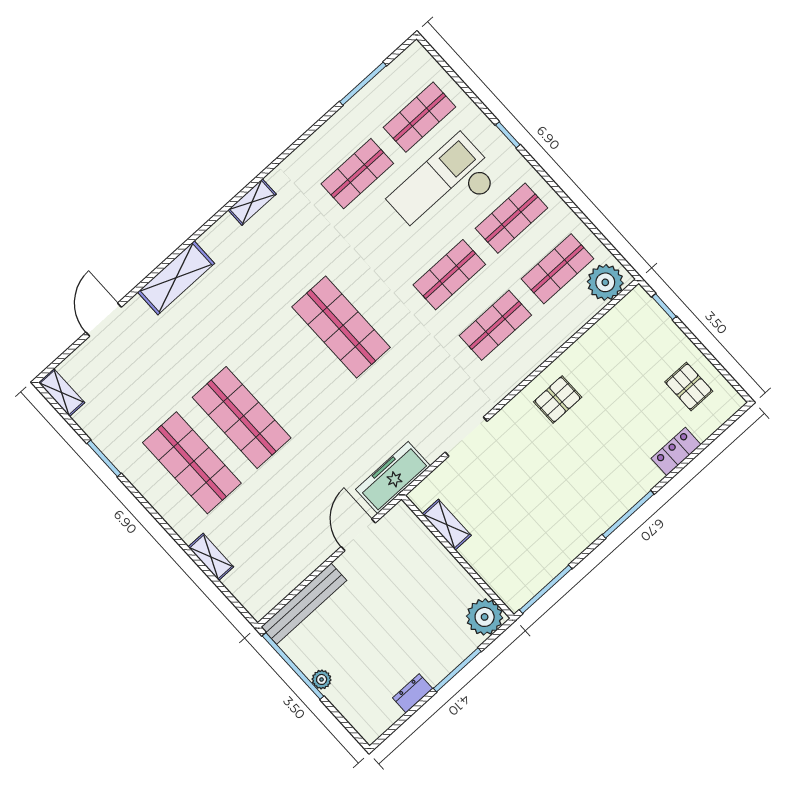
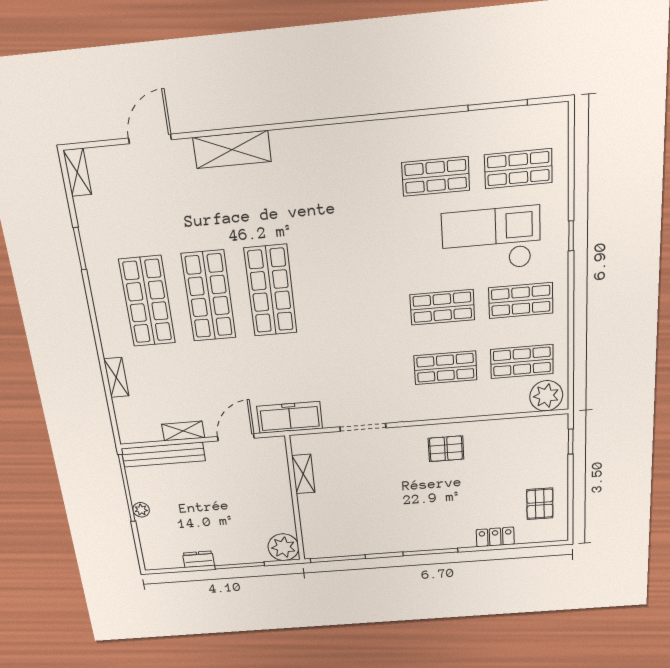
shelving: (252, 202) -> (183, 431), moved
shop shelf: (341, 327) -> (271, 291), moved

